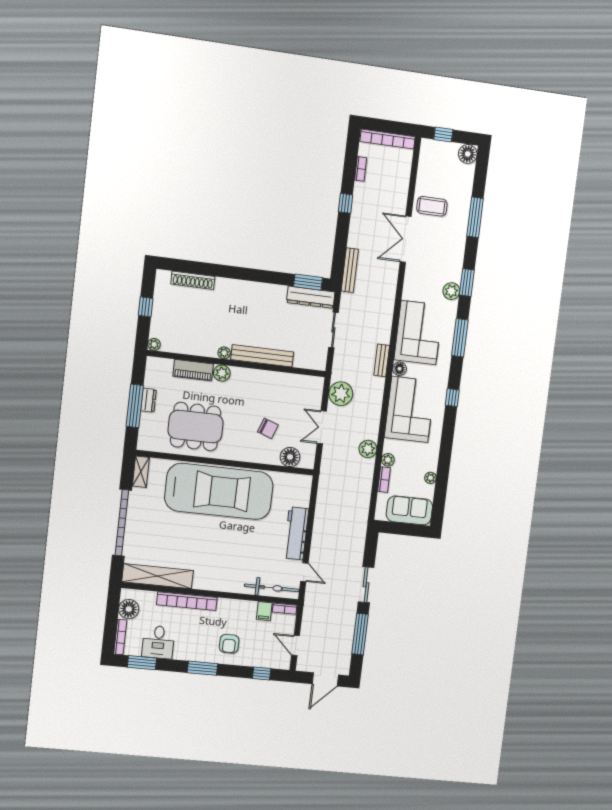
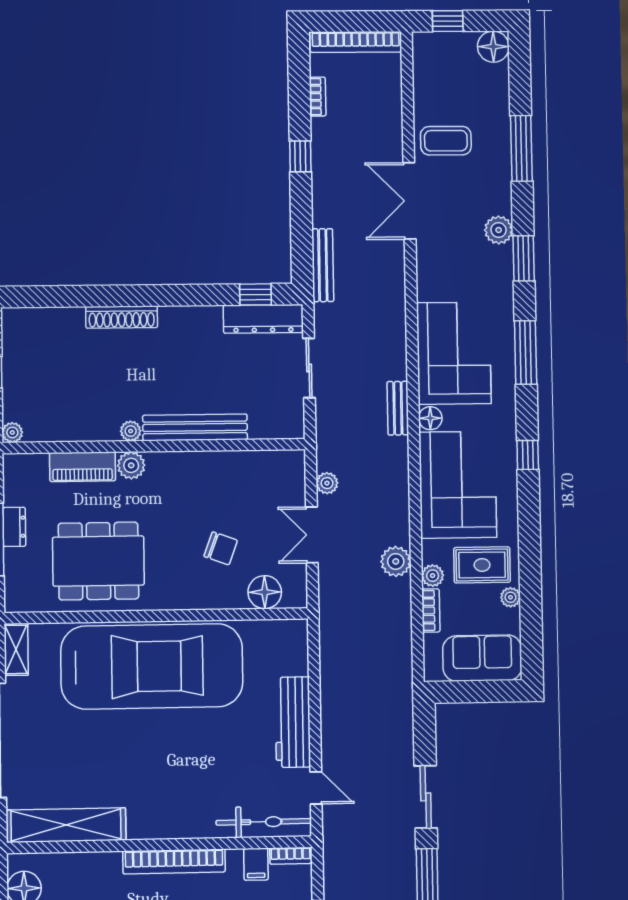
shoe rack: (193, 280) -> (122, 317), moved
window: (308, 282) -> (255, 294), width x0.67
plant: (451, 291) -> (499, 230), moved
plant: (341, 394) -> (327, 483), width x0.53, depth x0.53
rug: (417, 457) -> (482, 565), added
bookcase: (187, 601) -> (174, 861), moved

